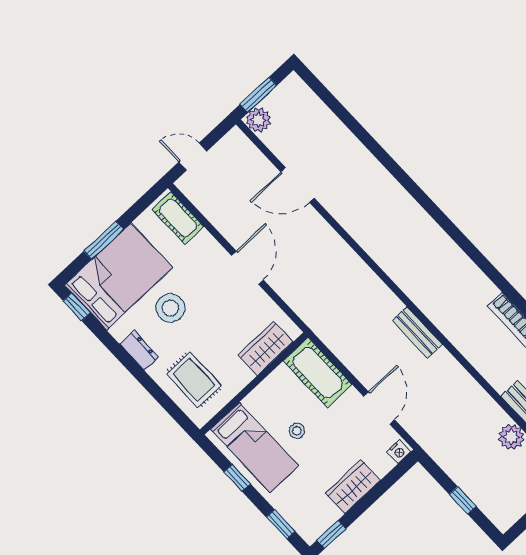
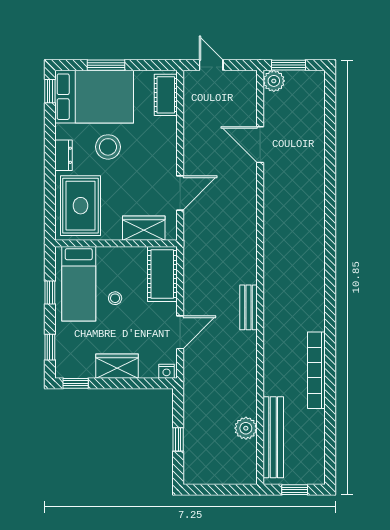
door: (247, 268) -> (180, 193), moved
rug: (194, 380) -> (81, 206), width x1.36, depth x1.43

